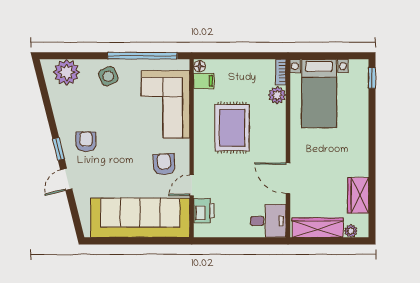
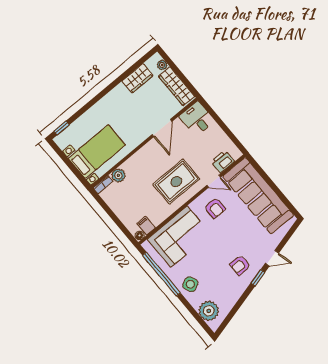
rug: (232, 128) -> (176, 182), moved
armchair: (164, 164) -> (215, 208), turned -87

